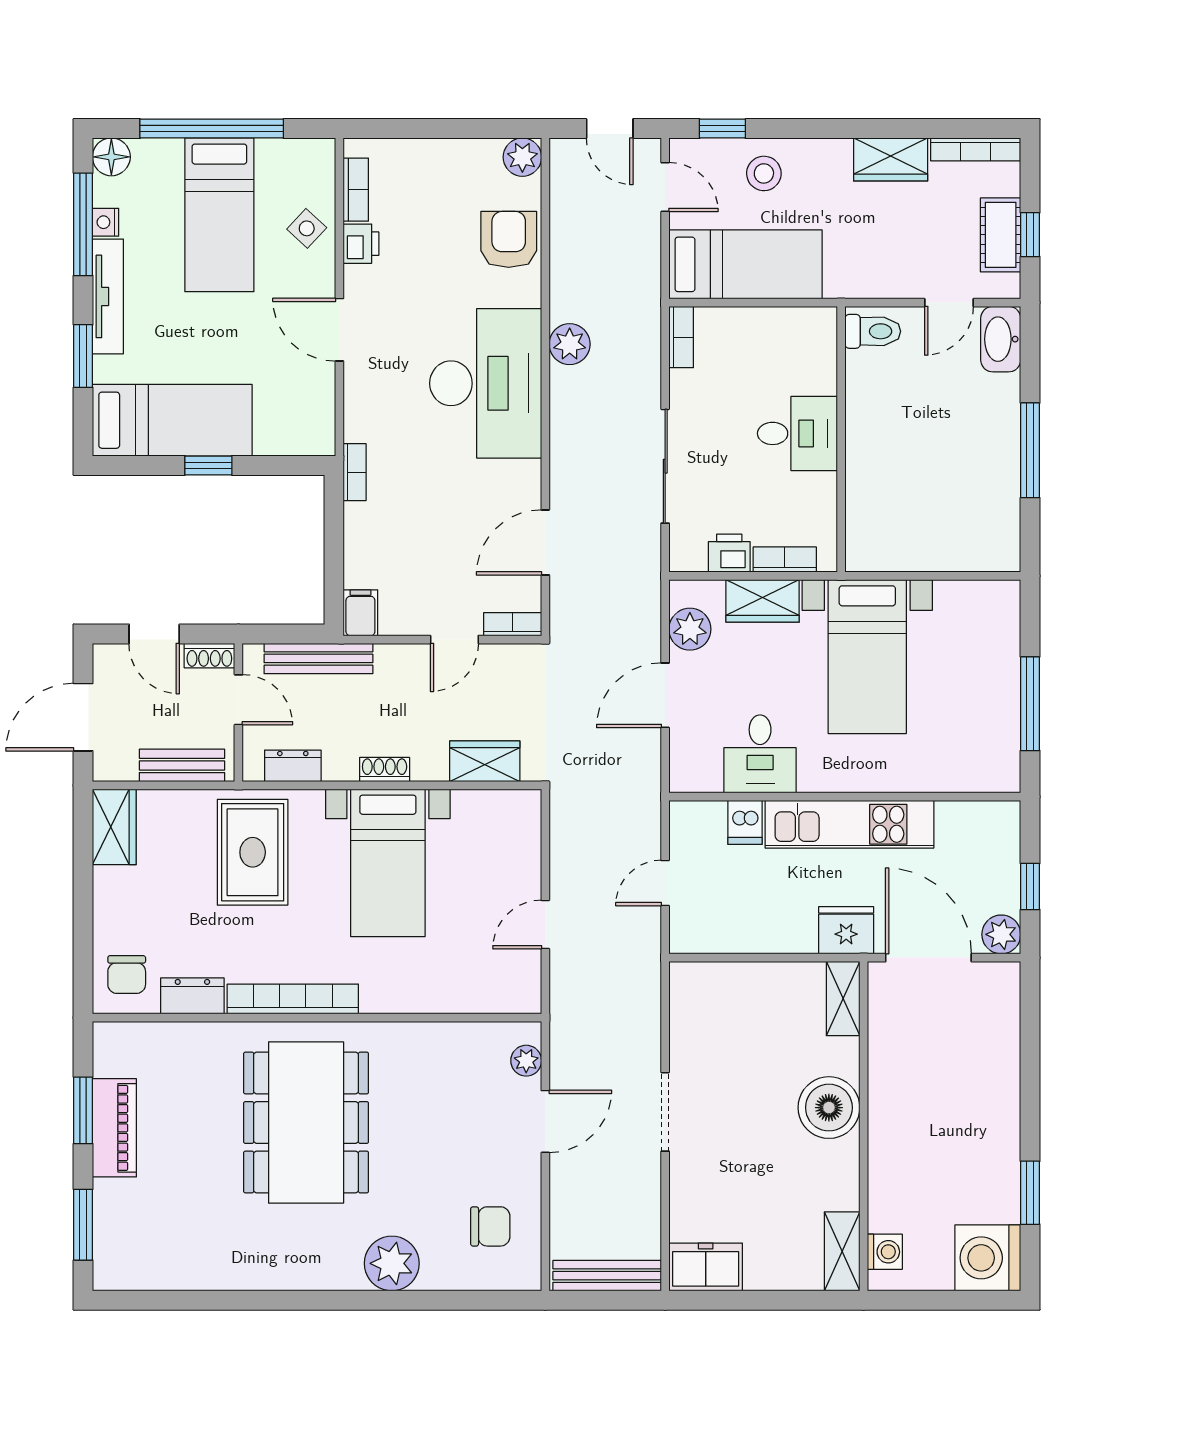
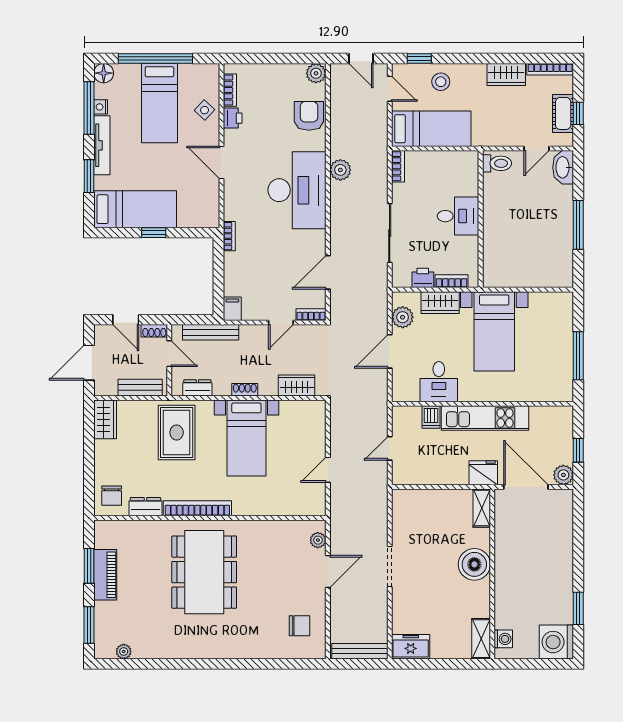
plant: (392, 1263) -> (124, 652), moved, width x0.53, depth x0.53

